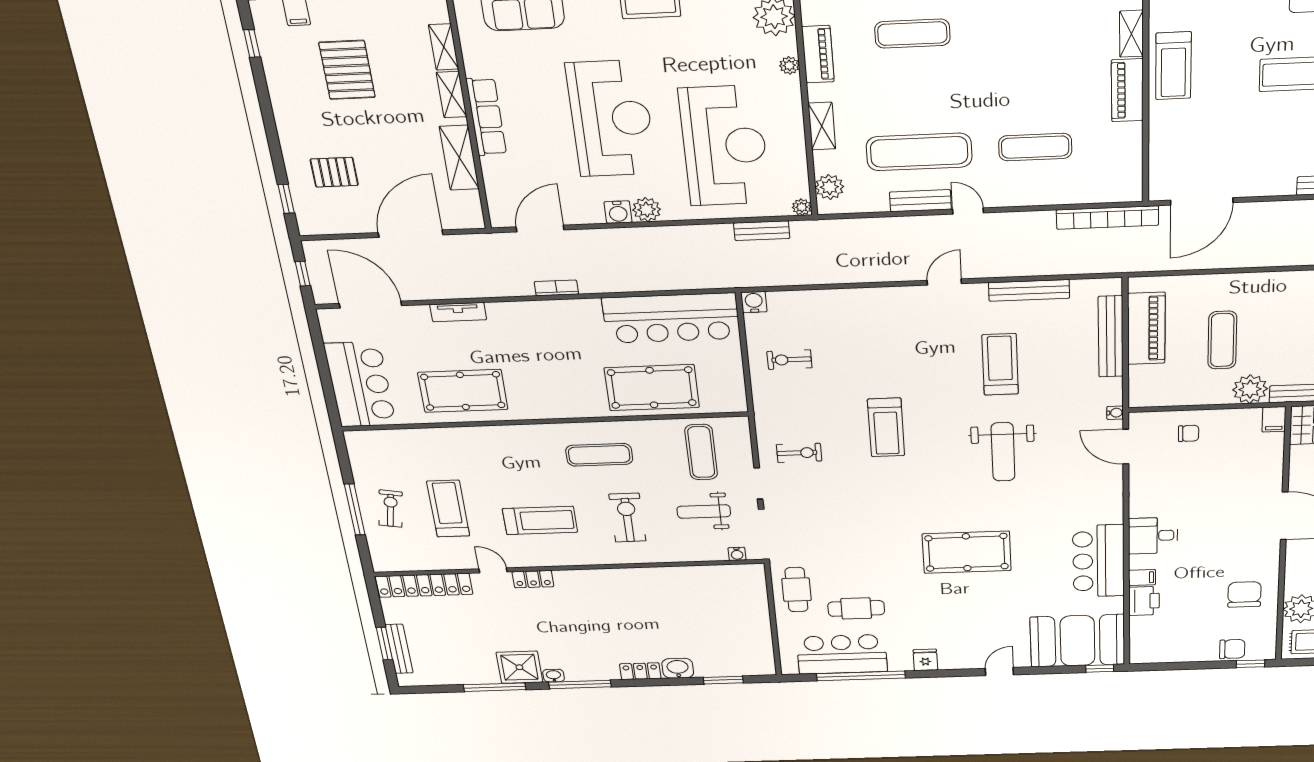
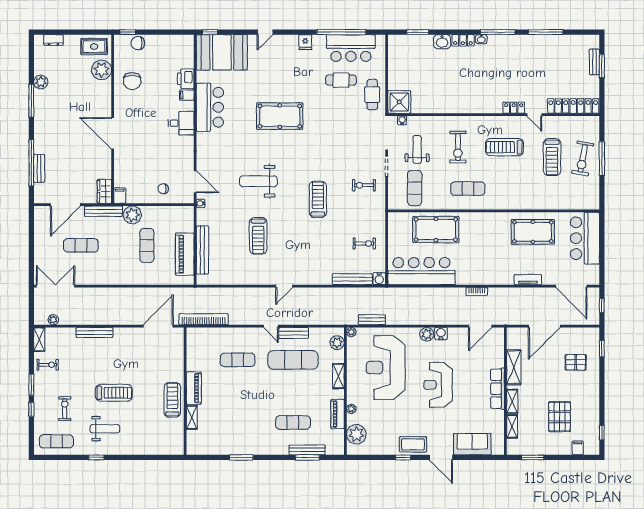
reception desk: (611, 119) -> (438, 385), width x0.74, depth x0.77
bench: (1029, 290) -> (352, 279), moved
weight bench: (1003, 452) -> (258, 181), turned -90
exercise bike: (391, 509) -> (583, 158), width x1.38, depth x1.39
weight bench: (704, 511) -> (417, 149), turned -90
bench: (399, 649) -> (594, 62), width x0.73
shower: (519, 667) -> (399, 102), moved
washbasin: (554, 676) -> (481, 39), moved

